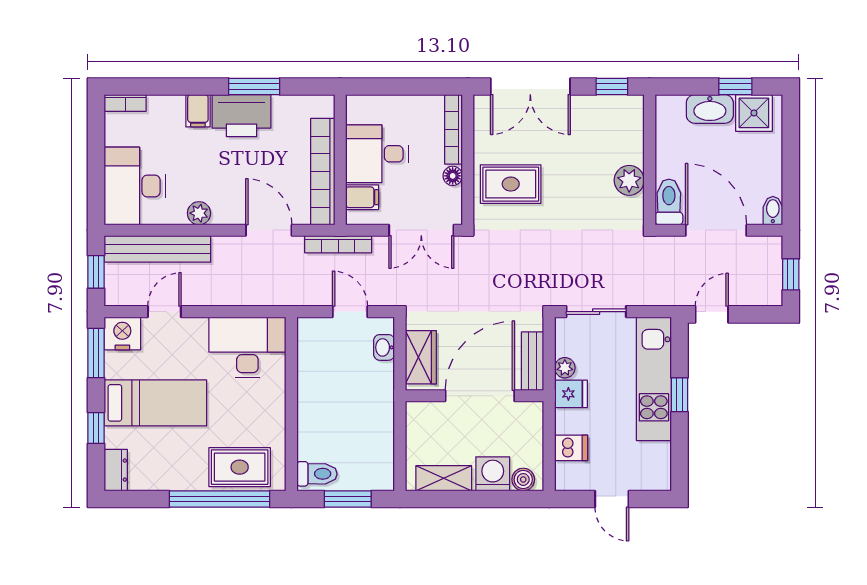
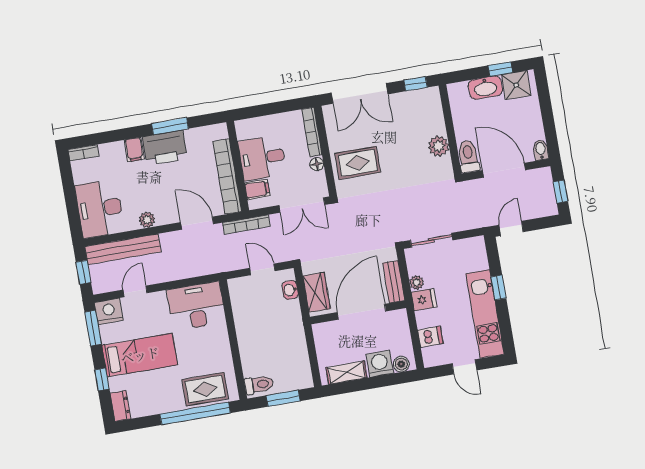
kitchen unit: (654, 379) -> (485, 314), moved

